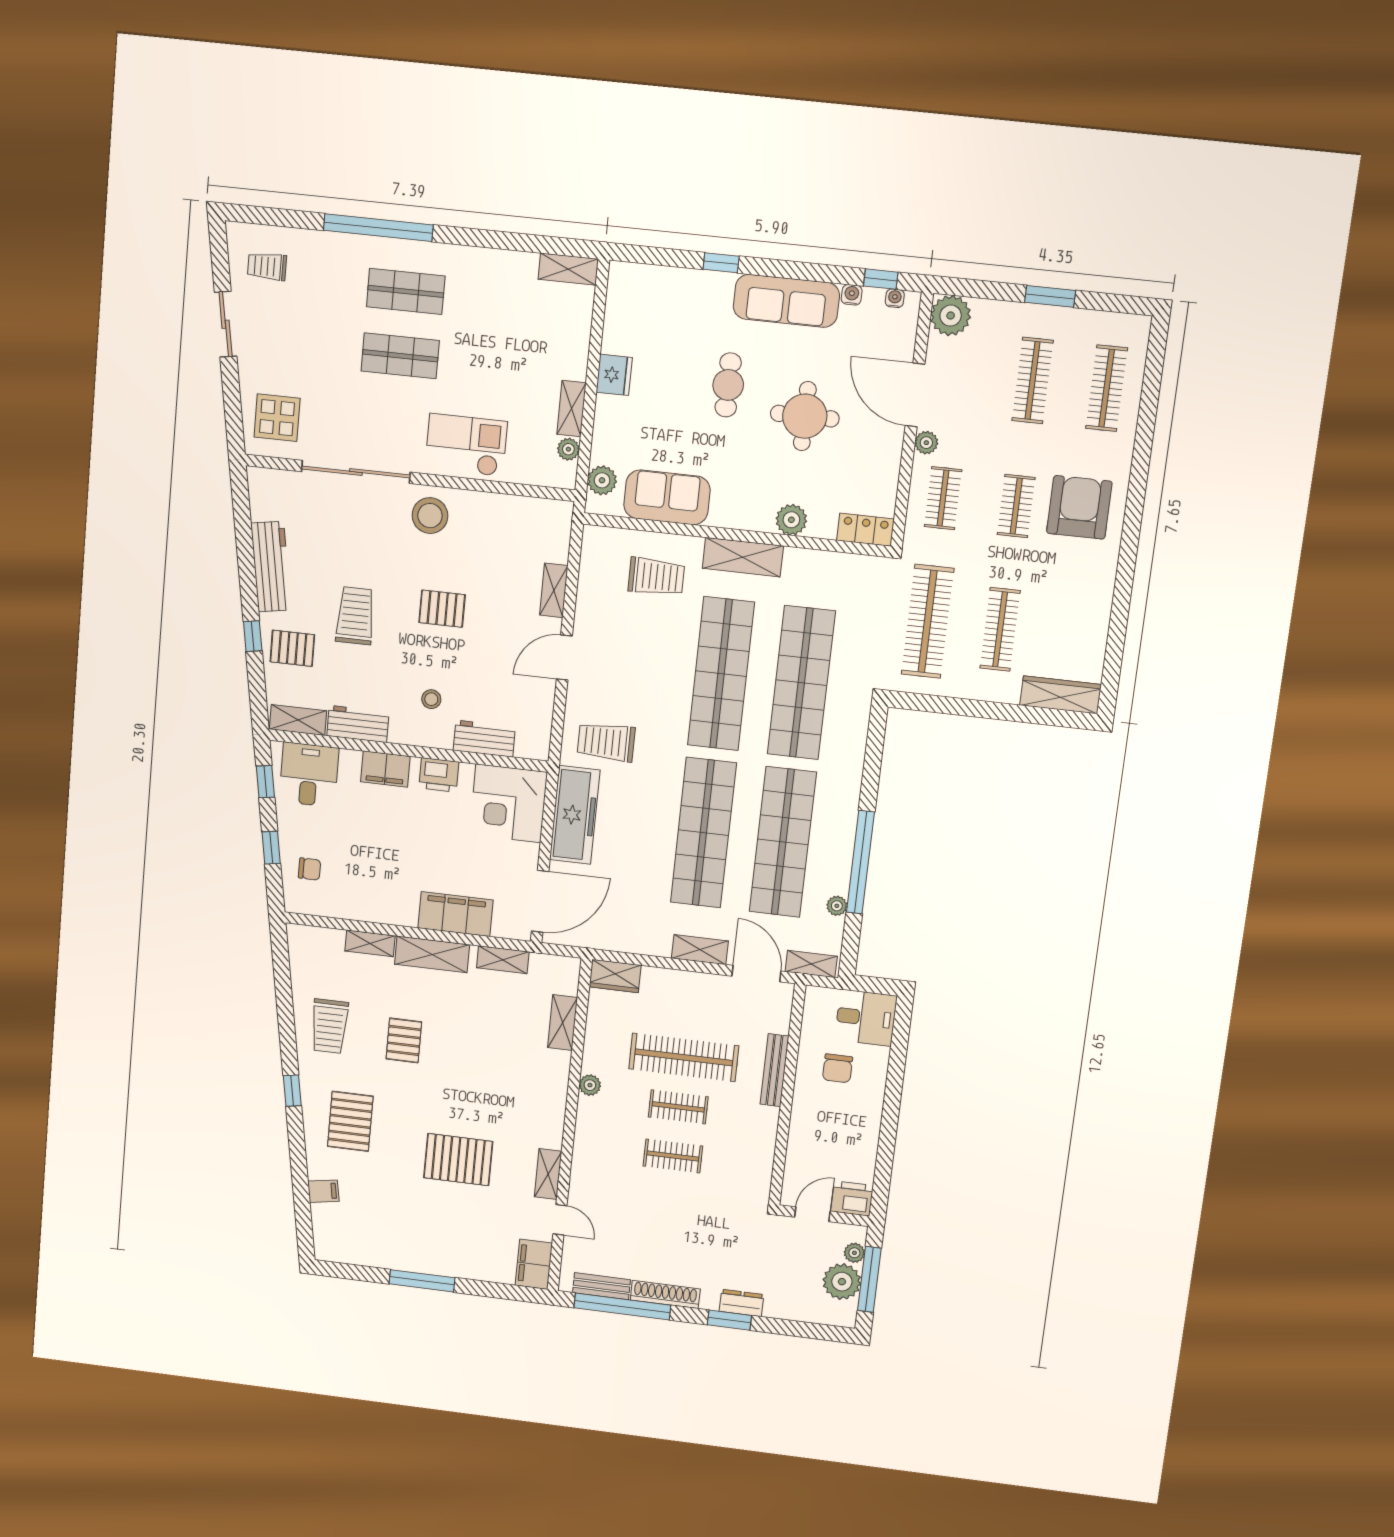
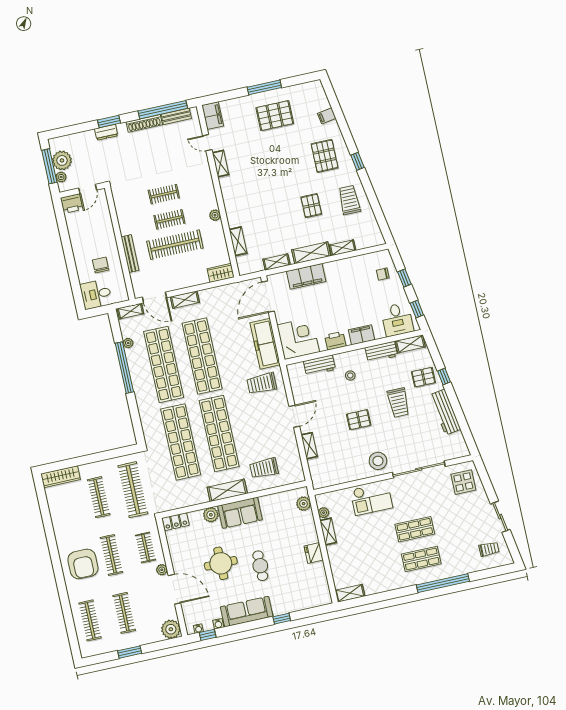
sofa: (667, 497) -> (240, 513), moved
clothes rail: (1016, 506) -> (111, 555), width x1.36
trolley: (606, 742) -> (262, 383), turned 180
pallet: (458, 1160) -> (275, 116), moved

